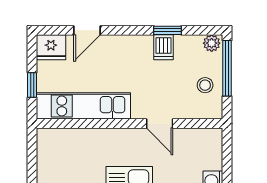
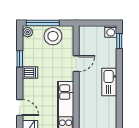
dishwasher: (164, 47) -> (30, 73), moved
stool: (205, 85) -> (53, 36), width x1.89, depth x1.89

